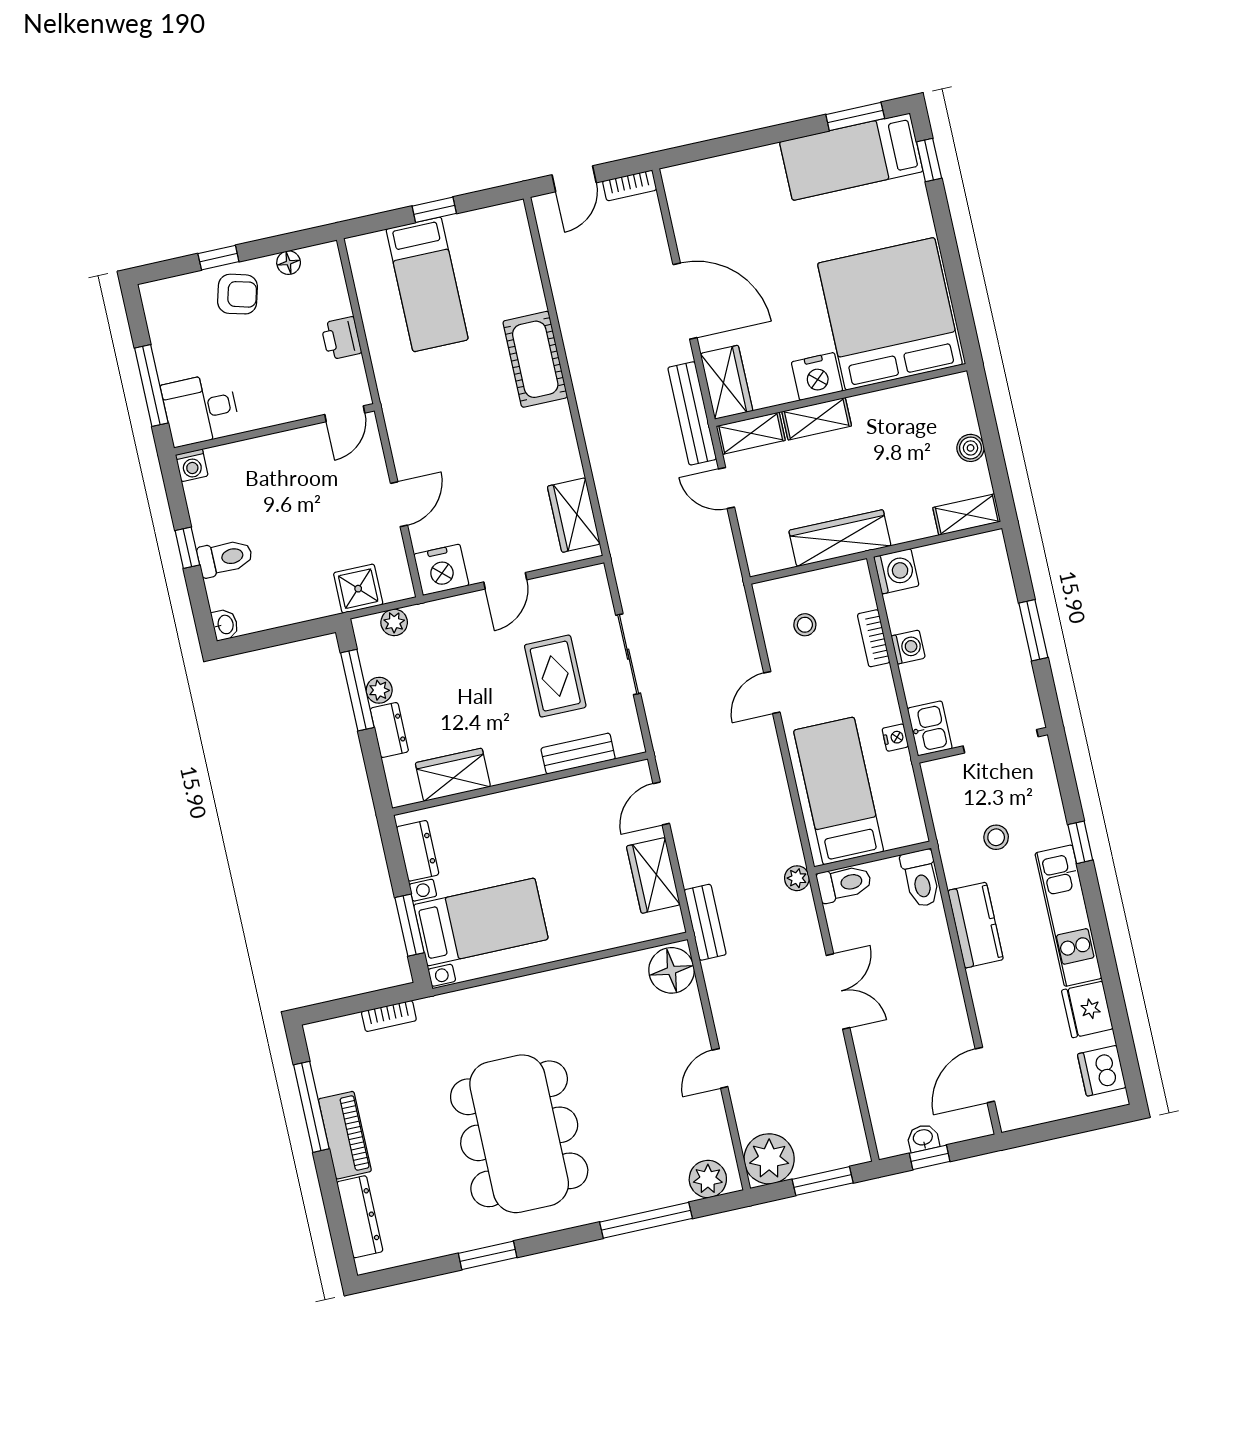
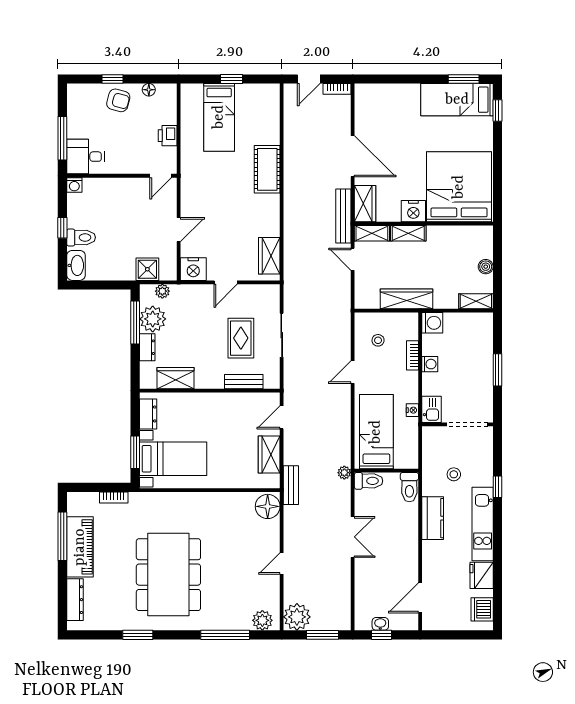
washbasin: (225, 625) -> (76, 265), width x1.91, depth x1.45
plant: (379, 690) -> (153, 319), width x1.87, depth x1.87
piano: (345, 1135) -> (80, 547), width x1.37, depth x1.33

